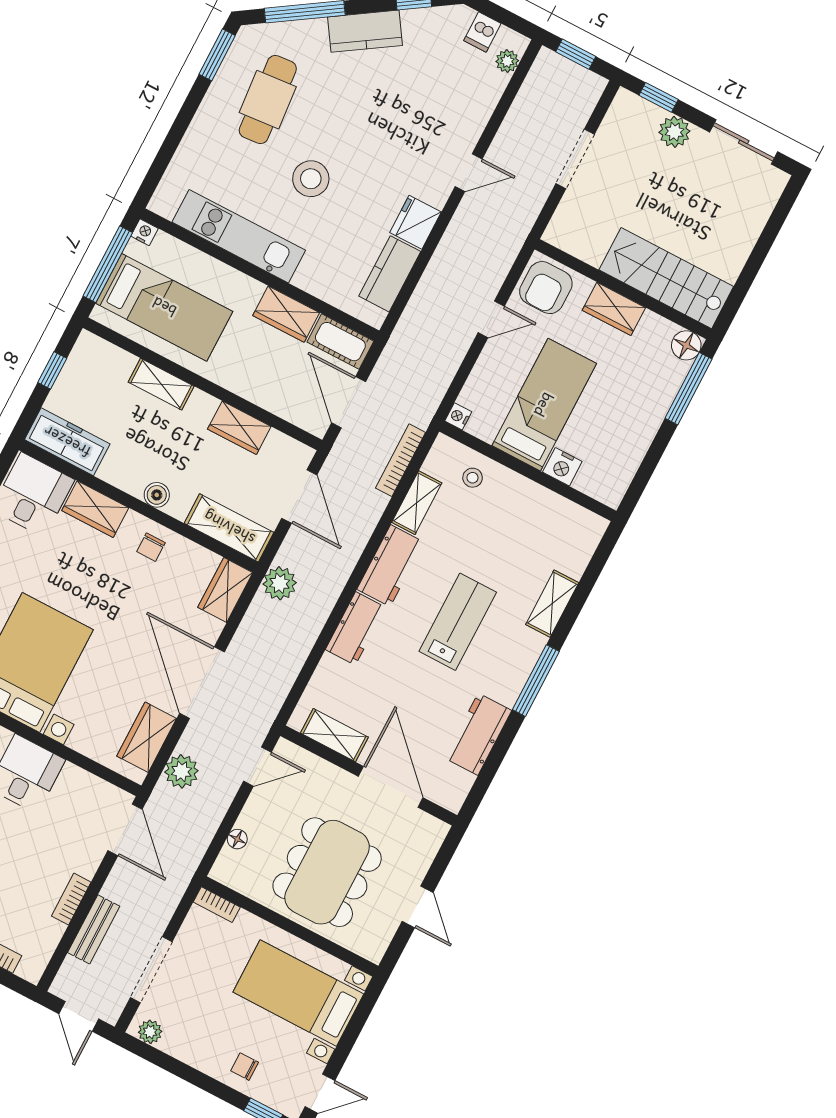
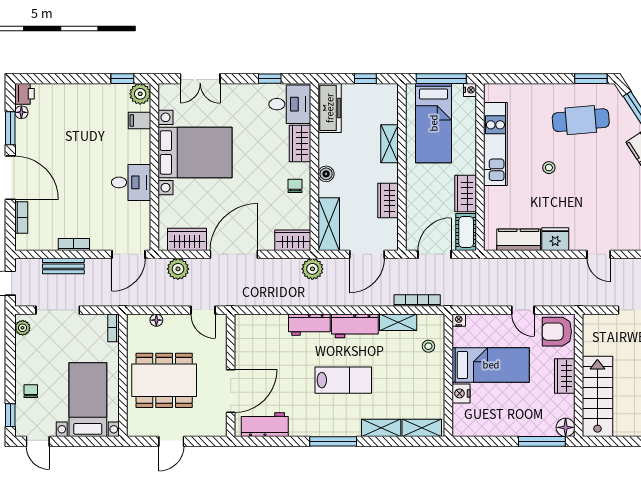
stool: (311, 179) -> (549, 168), width x0.53, depth x0.53
chair: (151, 547) -> (295, 186), turned 90
workbench: (478, 734) -> (265, 425), moved
shelving: (334, 735) -> (422, 428), moved, turned 90

